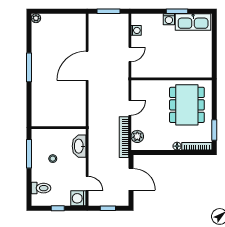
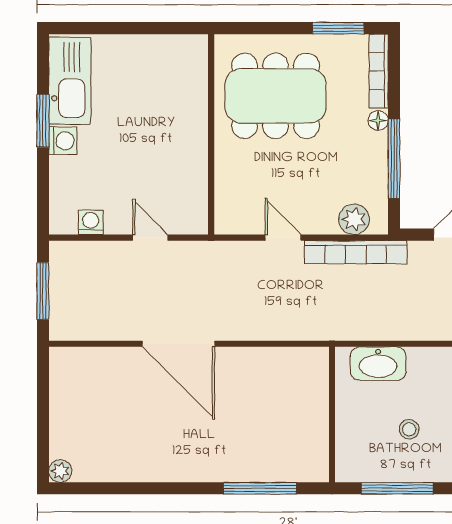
window: (29, 67) -> (260, 488), moved
window: (162, 153) -> (394, 159), added

